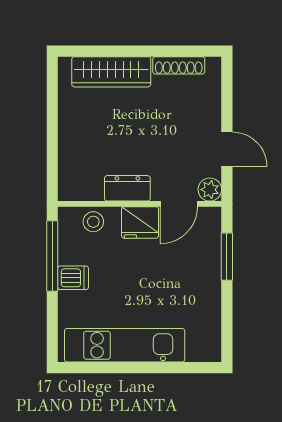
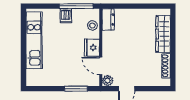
dresser: (127, 188) -> (108, 19), moved

